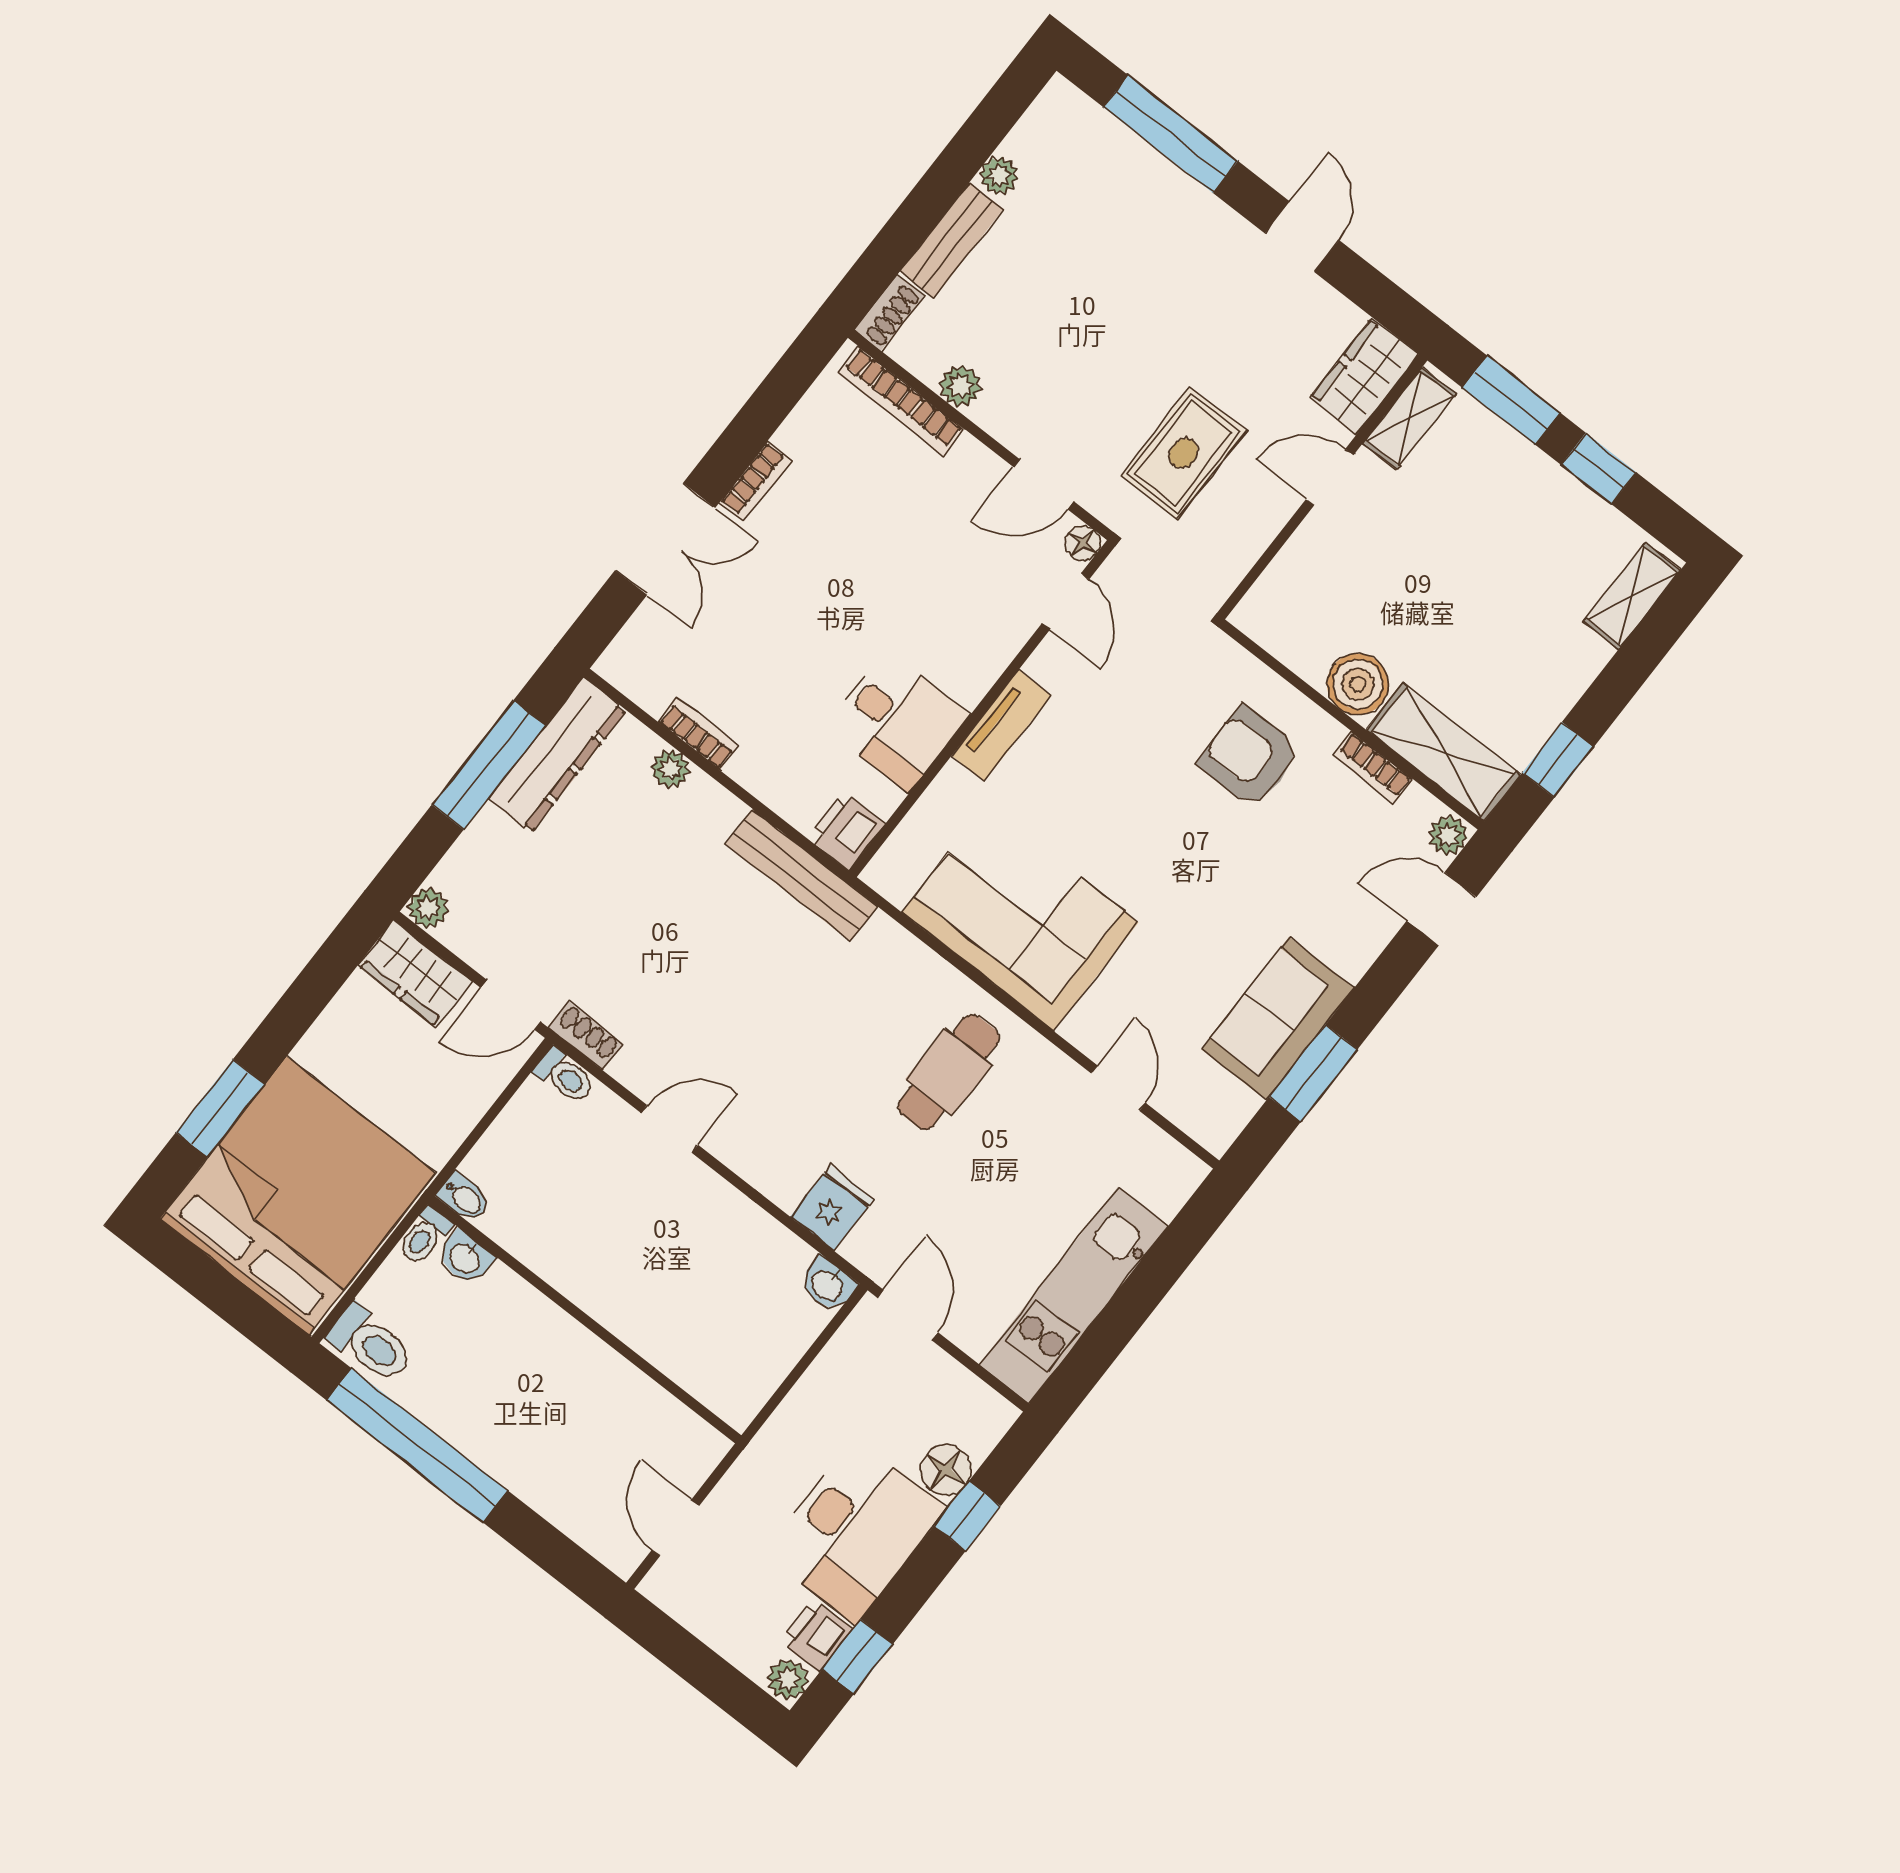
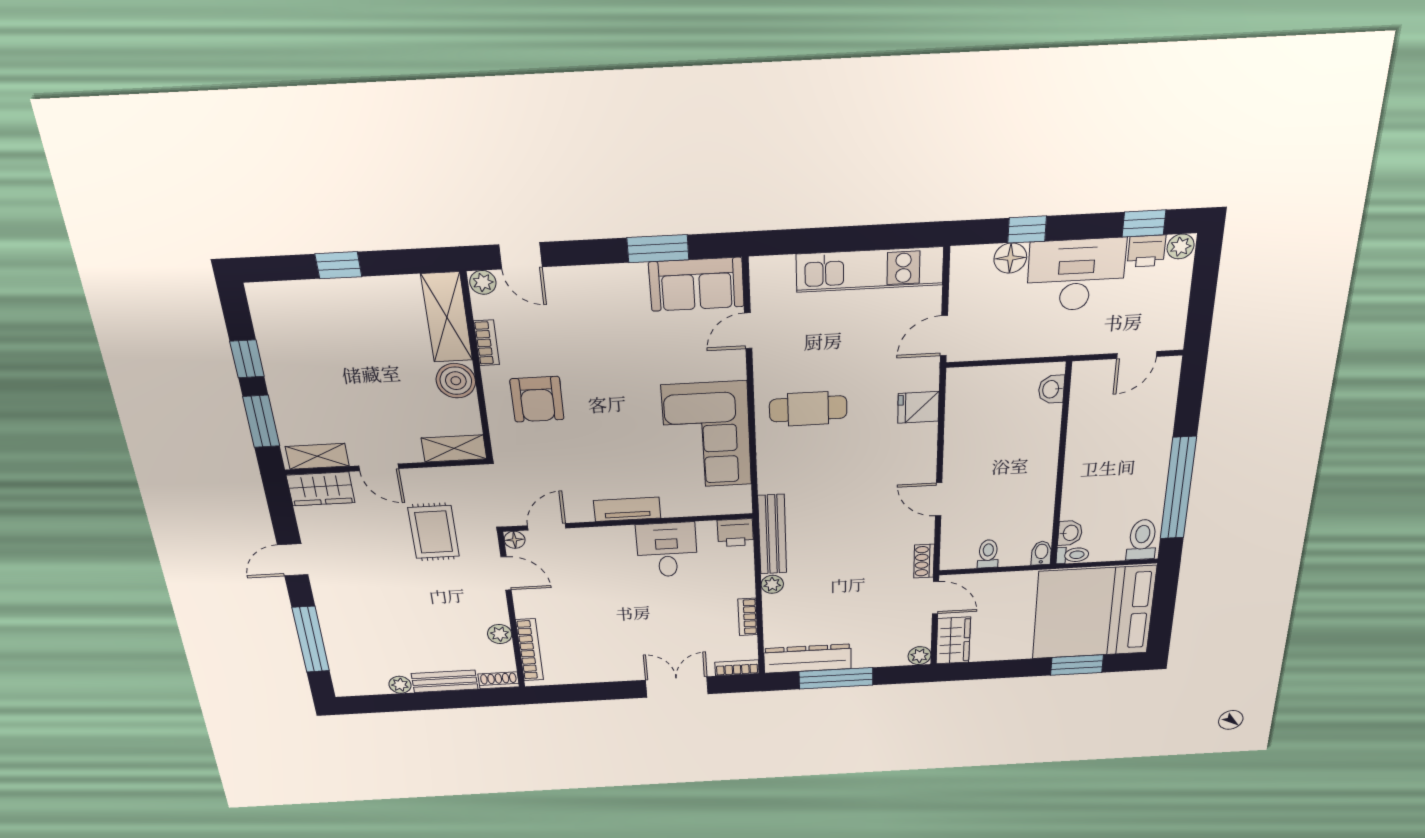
rug: (1184, 453) -> (434, 532), turned 90
bookcase: (756, 481) -> (737, 668), moved
shelving: (1632, 596) -> (454, 448), moved
window: (1558, 760) -> (338, 265), moved
plant: (670, 769) -> (772, 584), moved
sofa: (1278, 1019) -> (696, 284), moved
toilet: (565, 1076) -> (988, 554), moved
washbasin: (828, 1285) -> (1051, 389), moved, turned 180

